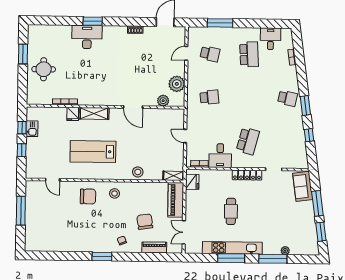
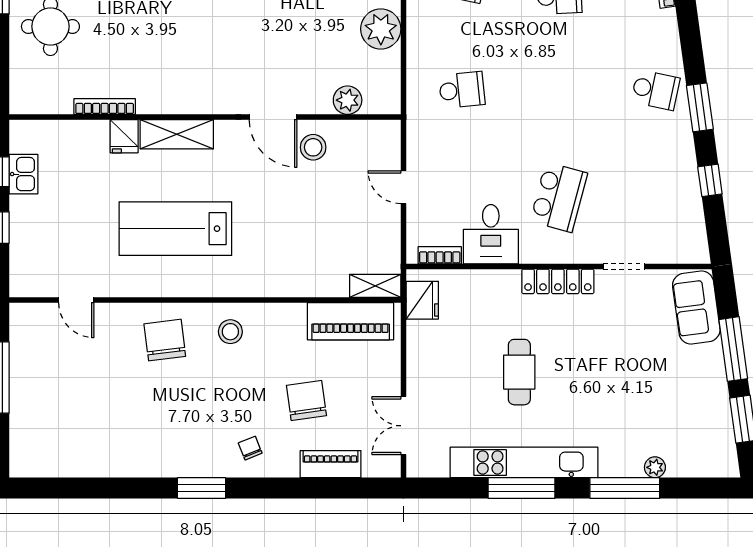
plant: (177, 84) -> (381, 29), moved
stool: (138, 172) -> (313, 147), moved
chair: (88, 196) -> (165, 340), turned -97
piano: (176, 200) -> (351, 321), moved, turned -90

